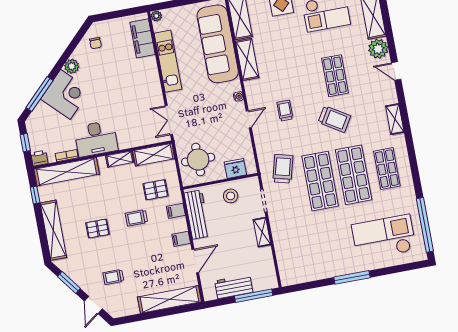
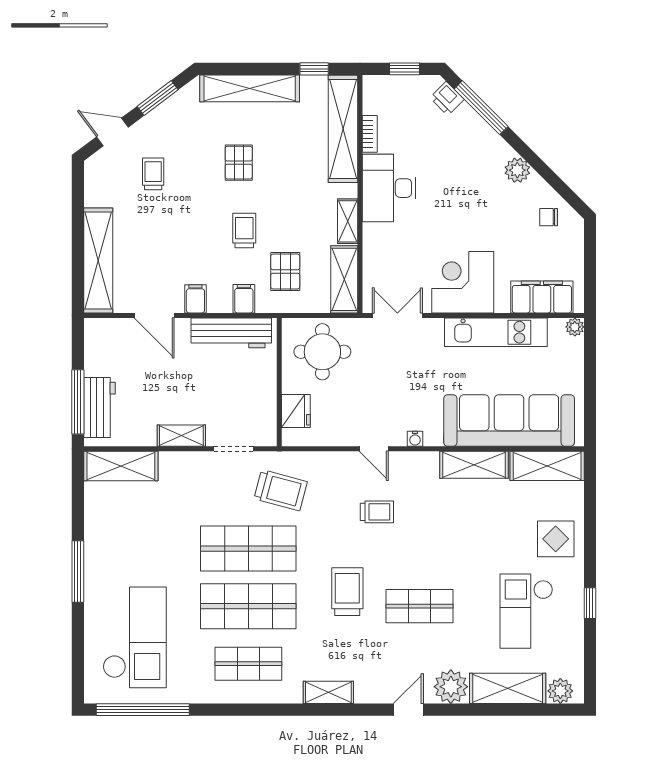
corner desk: (65, 94) -> (463, 282), moved, turned 135
trolley: (334, 119) -> (347, 592), turned 148
printer: (39, 158) -> (447, 99), moved, turned 135
stool: (231, 196) -> (252, 395), removed
shelving: (286, 264) -> (121, 466), added
workbench: (234, 287) -> (99, 407), moved

